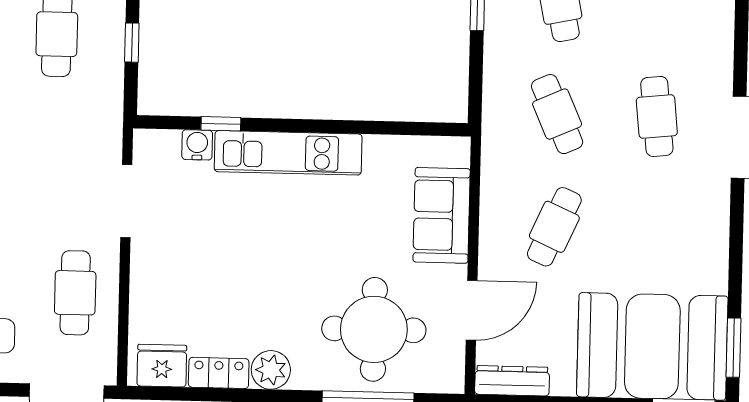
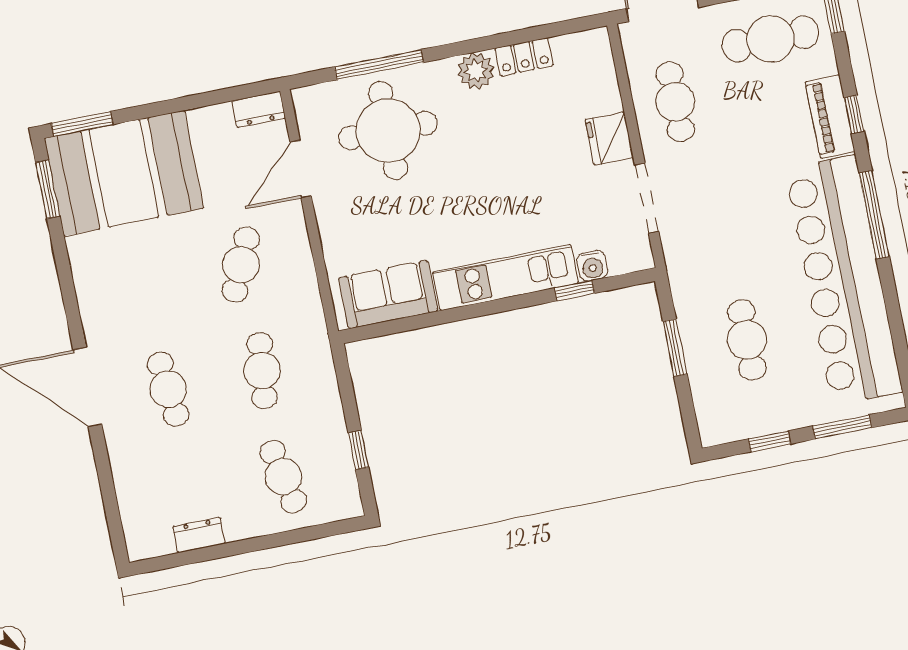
window: (132, 43) -> (675, 348), width x1.50
cafe table: (557, 114) -> (262, 371), turned 30
sofa: (442, 215) -> (388, 295), moved, turned -90
fridge: (162, 366) -> (609, 139), moved, turned 90
dresser: (512, 381) -> (259, 109), width x0.70

